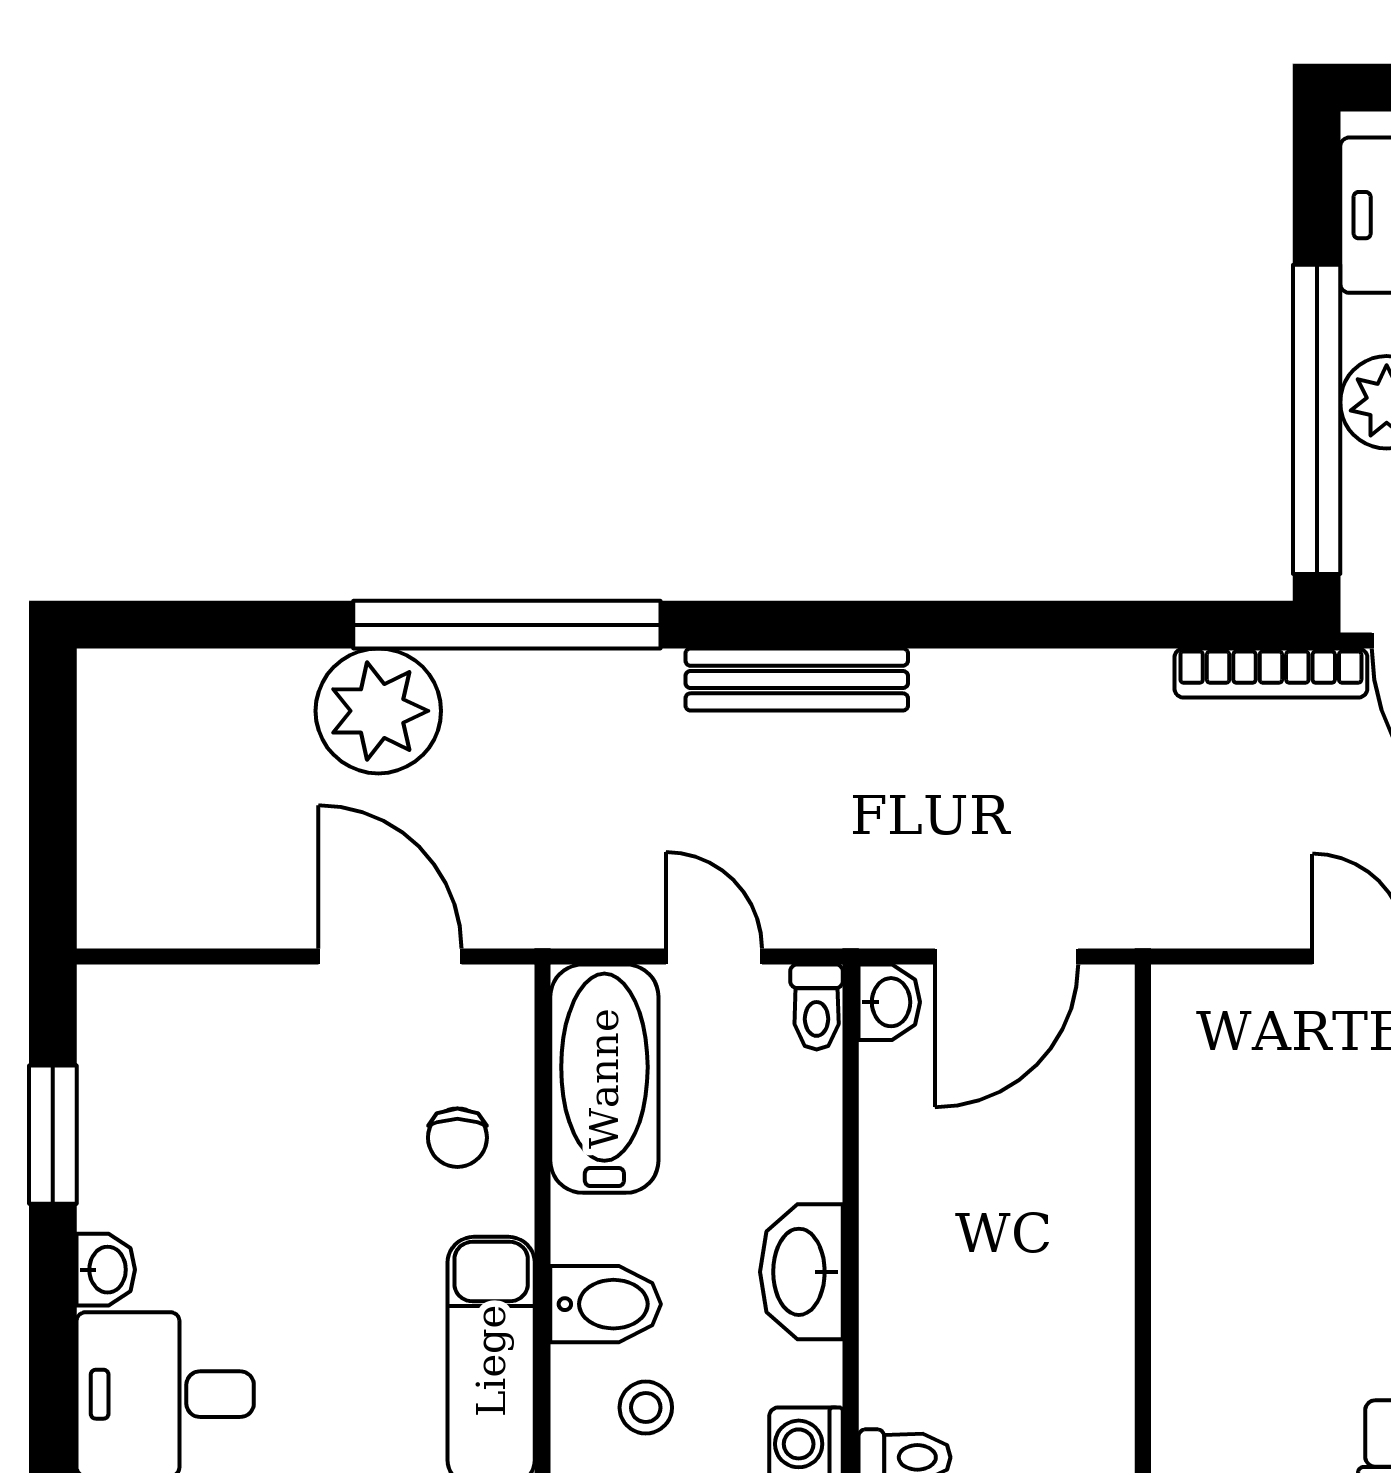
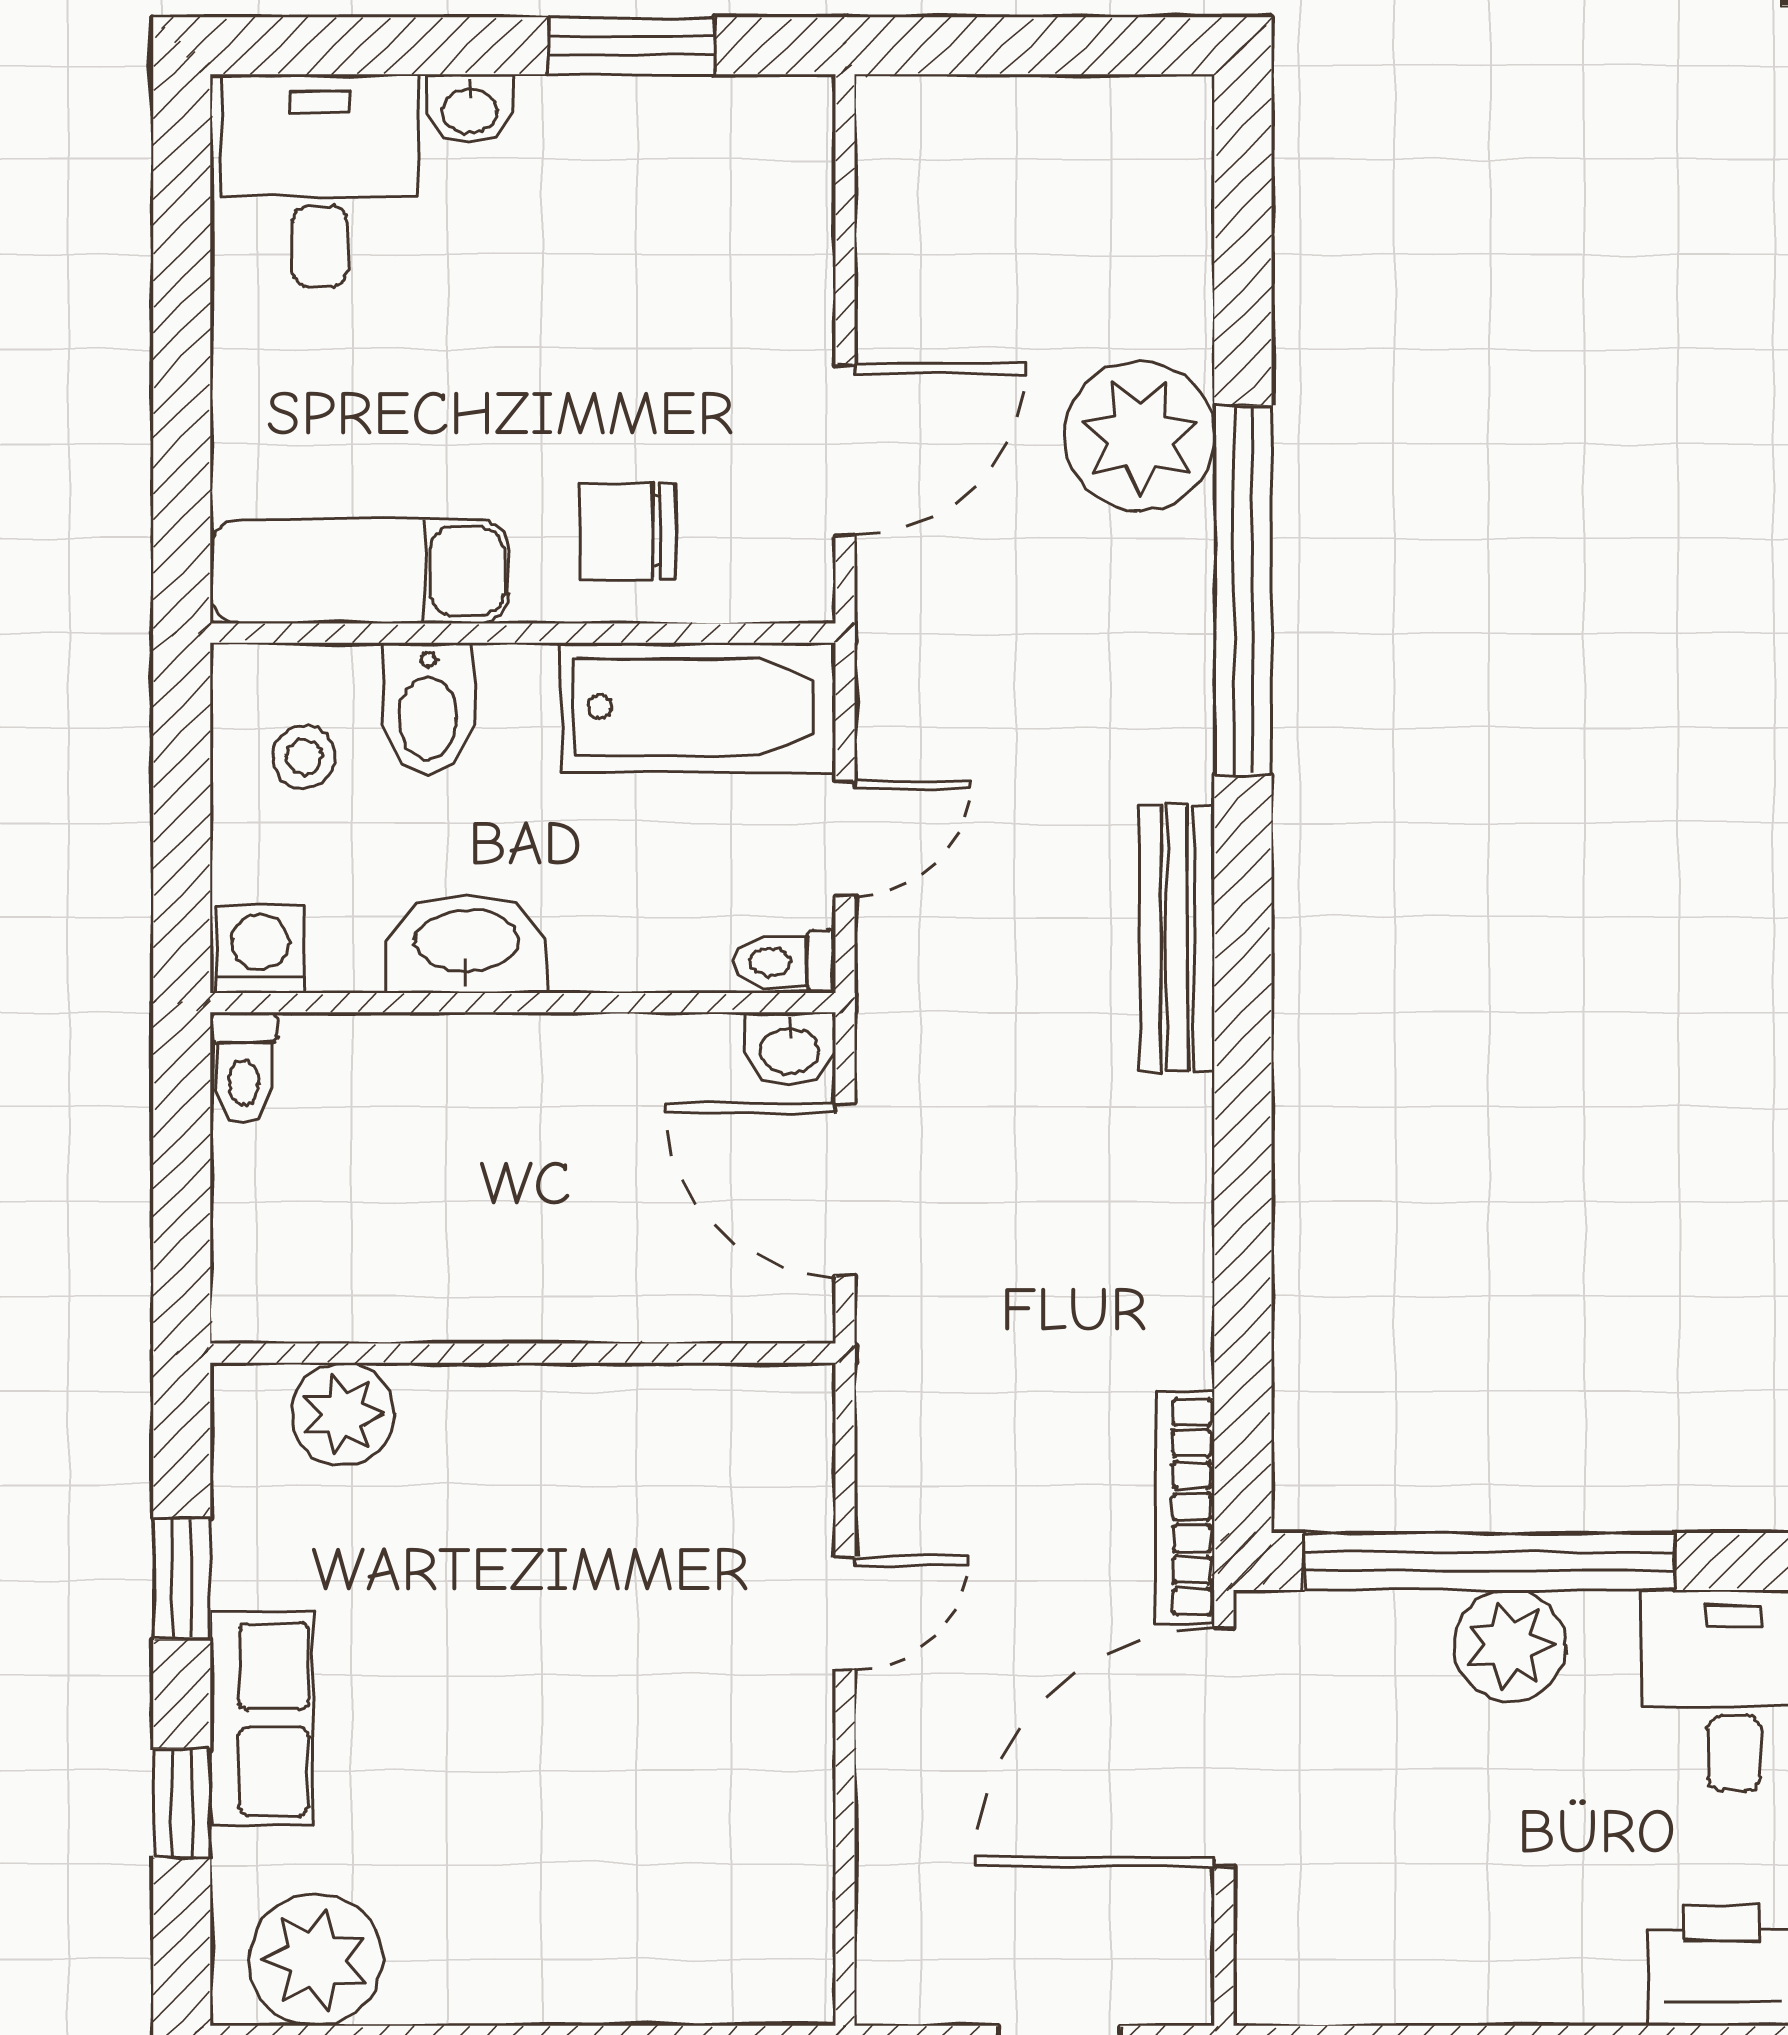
chair: (457, 1138) -> (628, 531), width x1.37, depth x1.37
plant: (1194, 1375) -> (343, 1414), added

